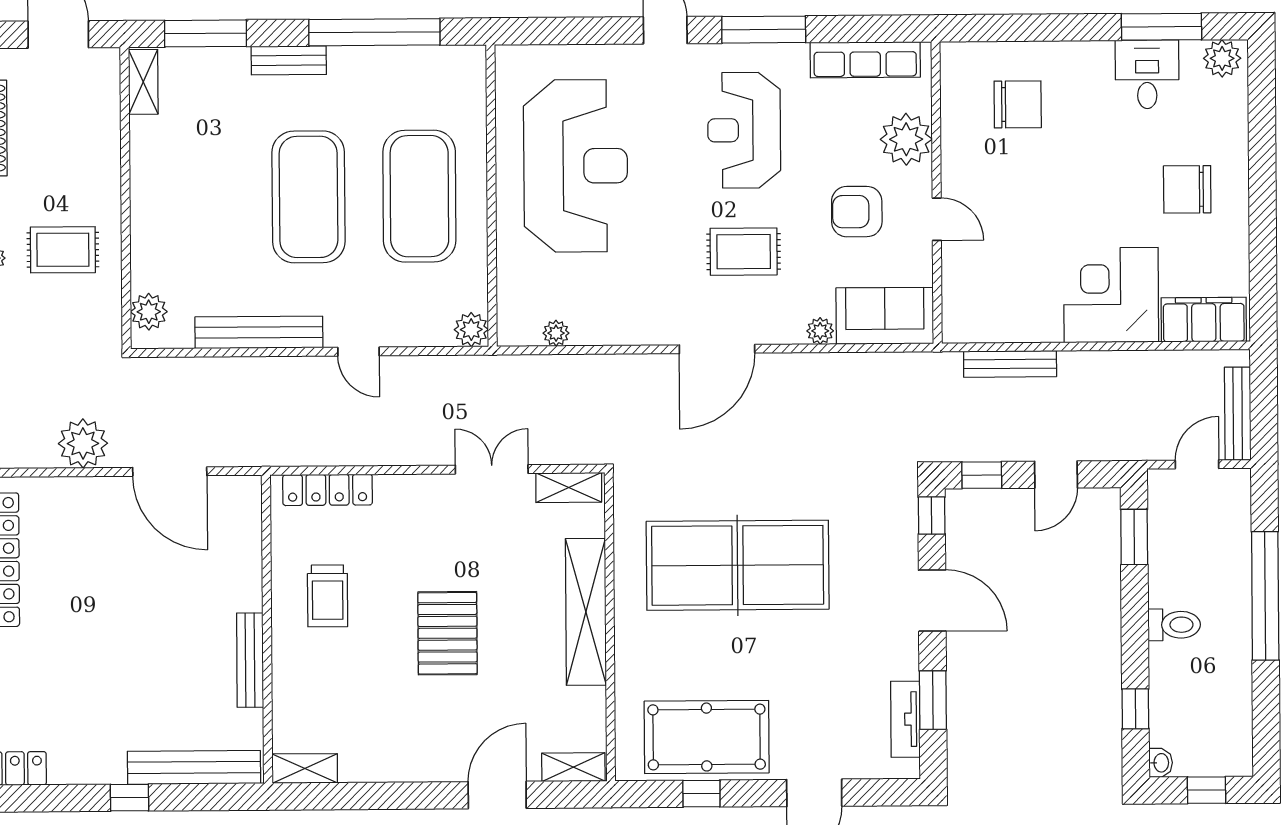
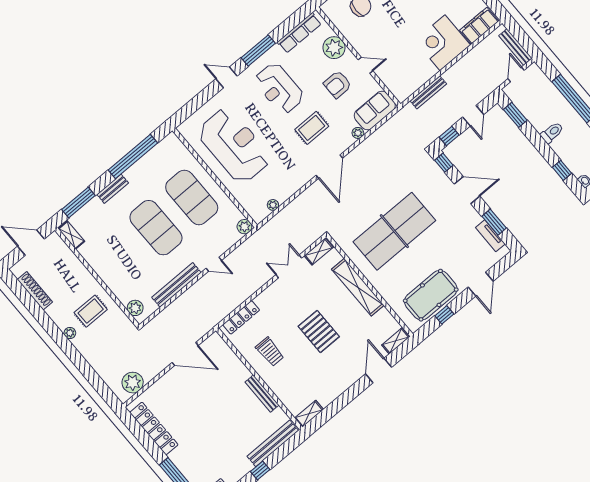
plant: (83, 443) -> (133, 383), moved

